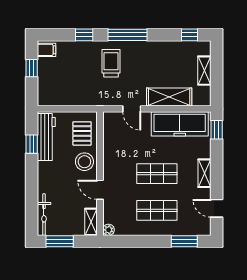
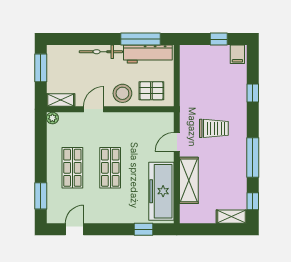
window: (127, 35) -> (253, 158), moved
trolley: (111, 63) -> (214, 128), moved
shelving: (204, 71) -> (231, 217), moved
window: (217, 130) -> (143, 229), moved
window: (32, 144) -> (141, 39), width x2.17
shelving: (204, 173) -> (111, 217), removed
bicycle: (44, 215) -> (101, 52), moved

